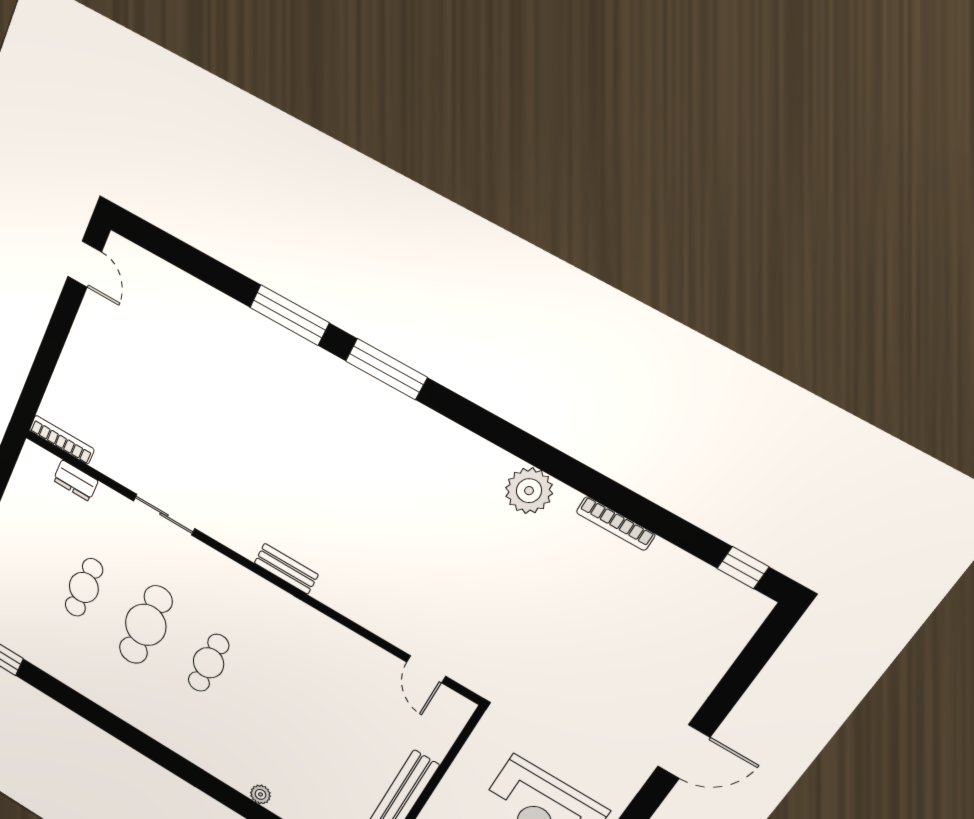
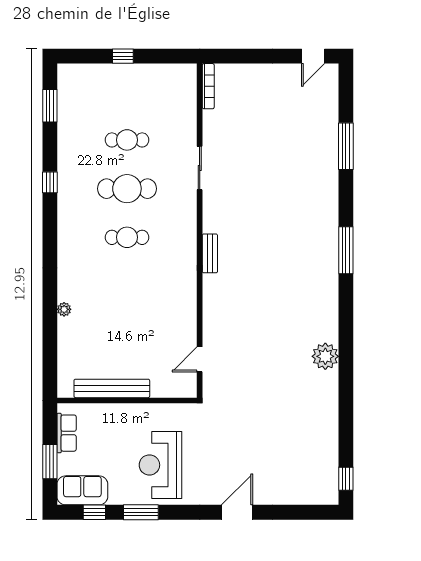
window: (289, 315) -> (346, 146), moved
dresser: (76, 481) -> (189, 105), removed
bookcase: (616, 523) -> (333, 407), removed
window: (93, 713) -> (50, 182), added
door: (684, 752) -> (237, 512), swing flipped

